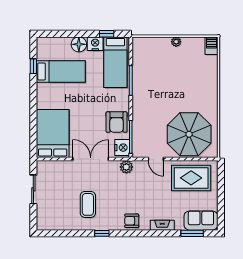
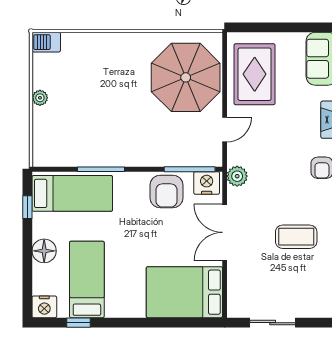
nightstand: (95, 44) -> (44, 307), moved, turned -90
armchair: (117, 122) -> (167, 192), turned 90

